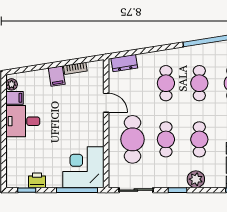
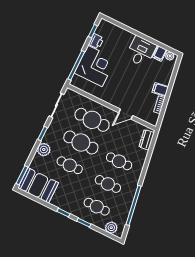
cafe table: (166, 139) -> (81, 143), width x1.37, depth x1.35
corner desk: (83, 167) -> (95, 66), moved

